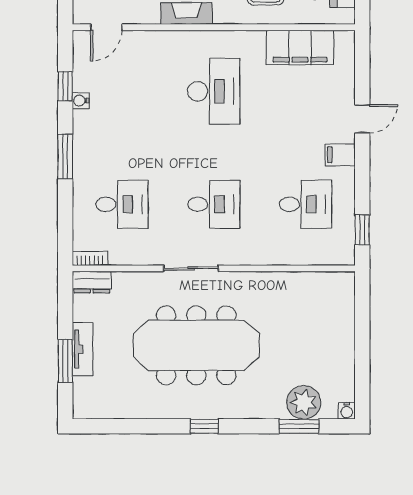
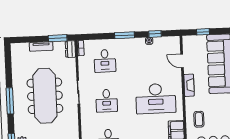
door: (106, 27) -> (182, 61), moved
desk: (214, 91) -> (156, 99), width x1.36, depth x1.30
window: (65, 361) -> (58, 38), moved
window: (204, 426) -> (10, 101), width x2.17

